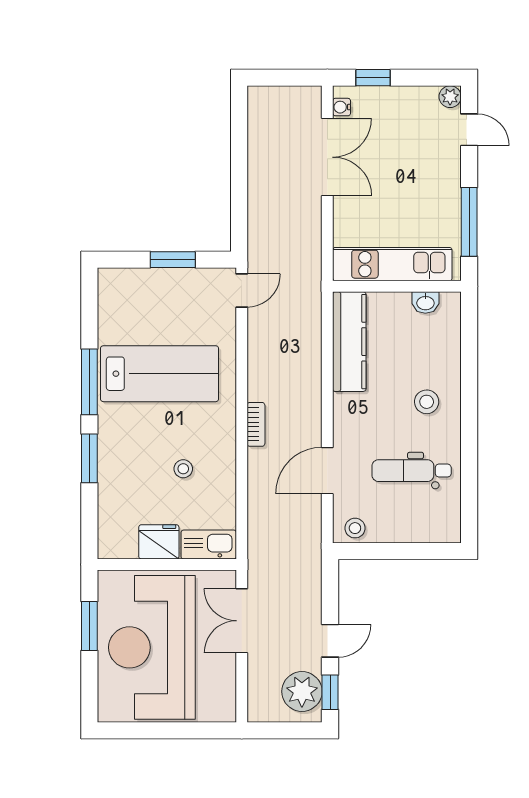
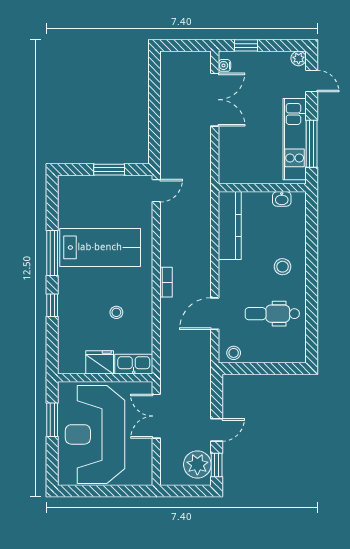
kitchen unit: (392, 264) -> (295, 139), moved, turned -90
window: (89, 458) -> (52, 305), width x0.67

